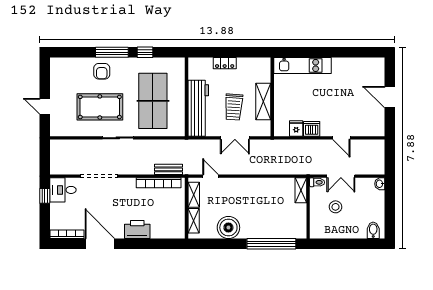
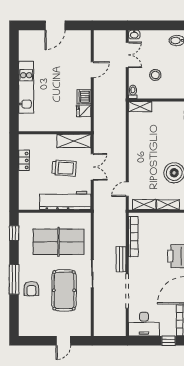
window: (145, 52) -> (14, 233), moved
locker: (225, 63) -> (24, 160), moved
kitchen unit: (302, 65) -> (26, 87), moved
armchair: (102, 71) -> (31, 289), turned 90
shelving: (263, 101) -> (74, 141), moved
bench: (169, 169) -> (121, 259), moved
double door: (341, 176) -> (127, 55), moved
desk: (63, 190) -> (144, 324), width x1.37
window: (45, 196) -> (168, 341), moved

